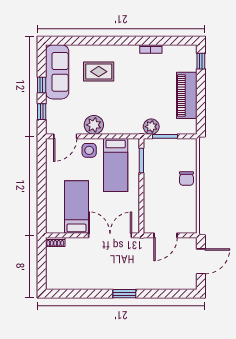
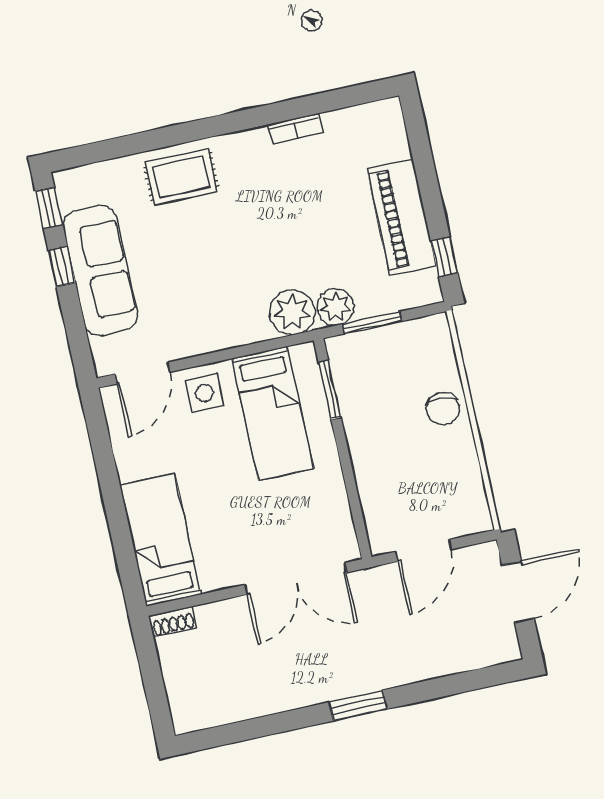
window: (201, 61) -> (444, 257), moved
sofa: (57, 72) -> (100, 270), moved
rug: (99, 72) -> (181, 177), moved
window: (42, 112) -> (49, 208), moved
plant: (94, 125) -> (292, 312), moved
bed: (76, 207) -> (160, 540), moved
double door: (110, 235) -> (296, 579), swing flipped

